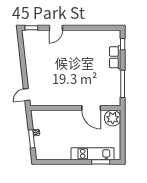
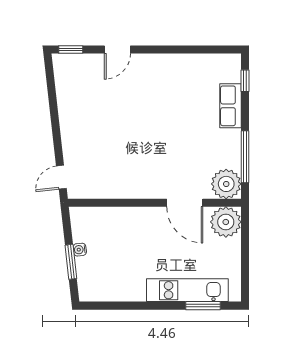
plant: (113, 98) -> (226, 184), added

